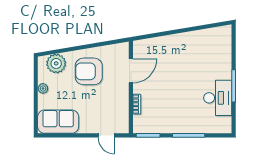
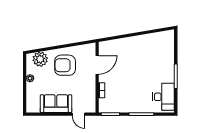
desk: (218, 98) -> (164, 97), moved
sofa: (58, 122) -> (56, 104), moved

